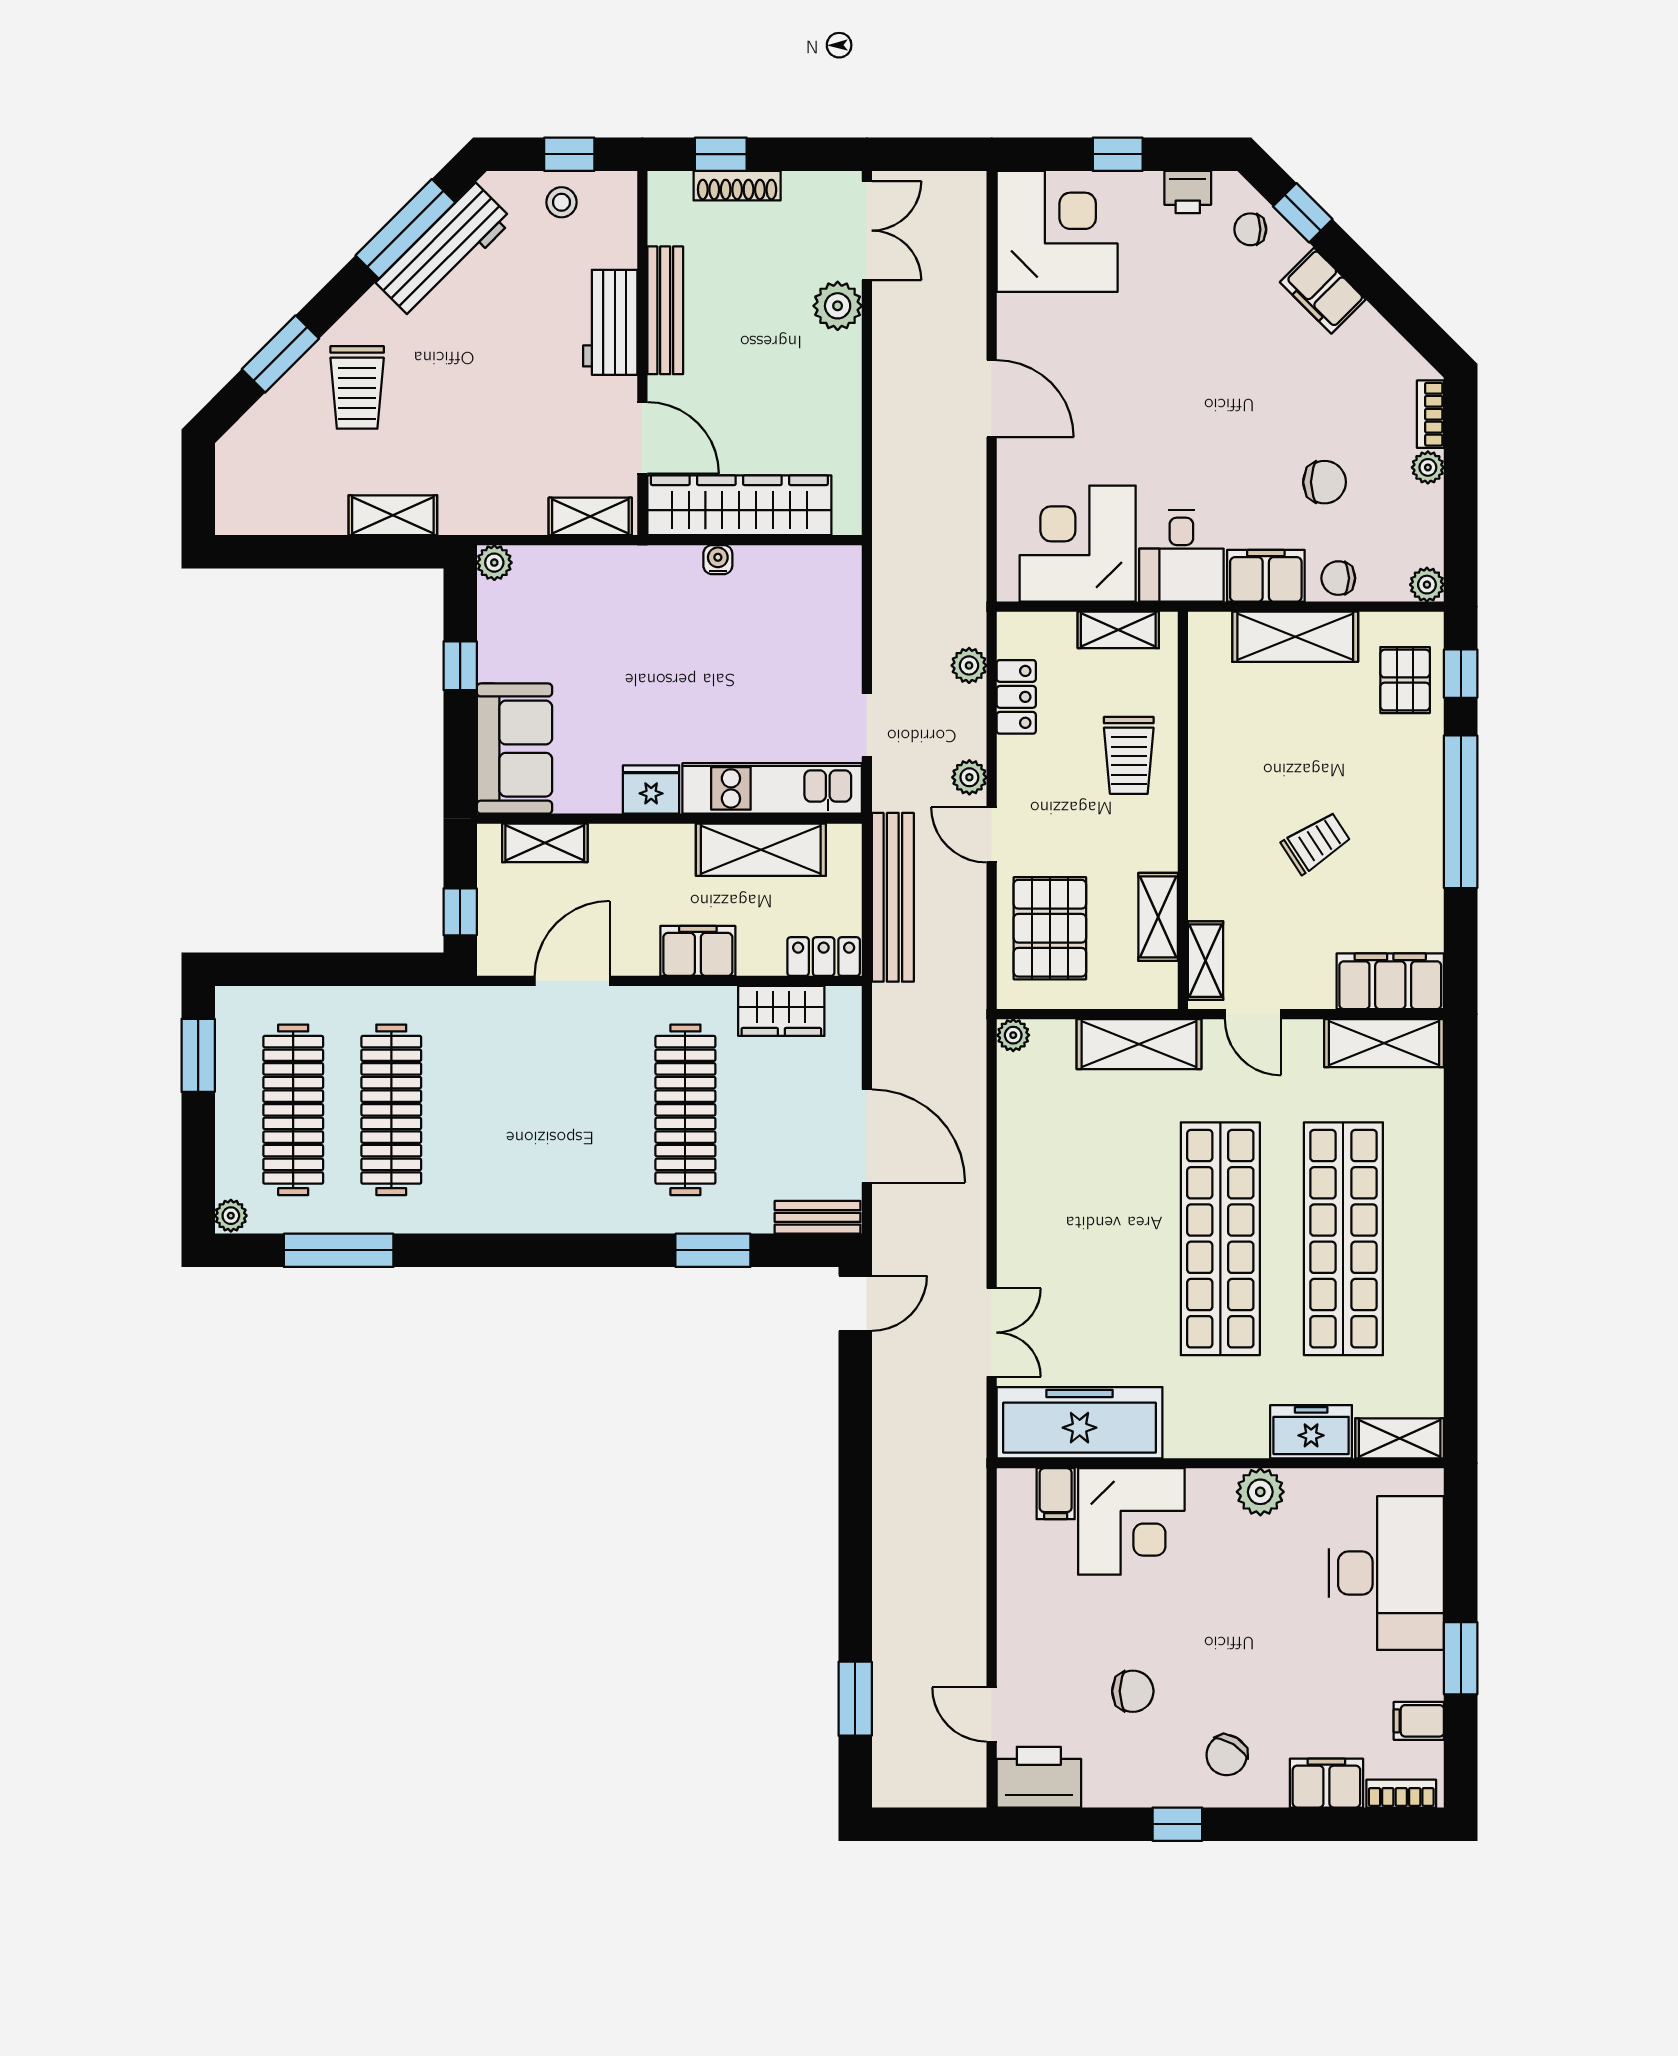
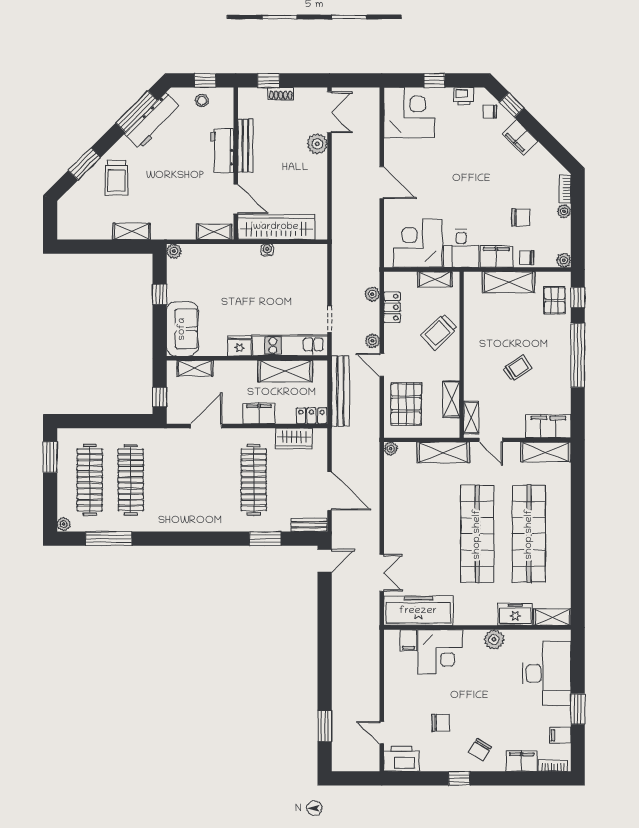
shoe rack: (737, 186) -> (281, 94), width x0.70
trolley: (1129, 755) -> (439, 332), turned 47

